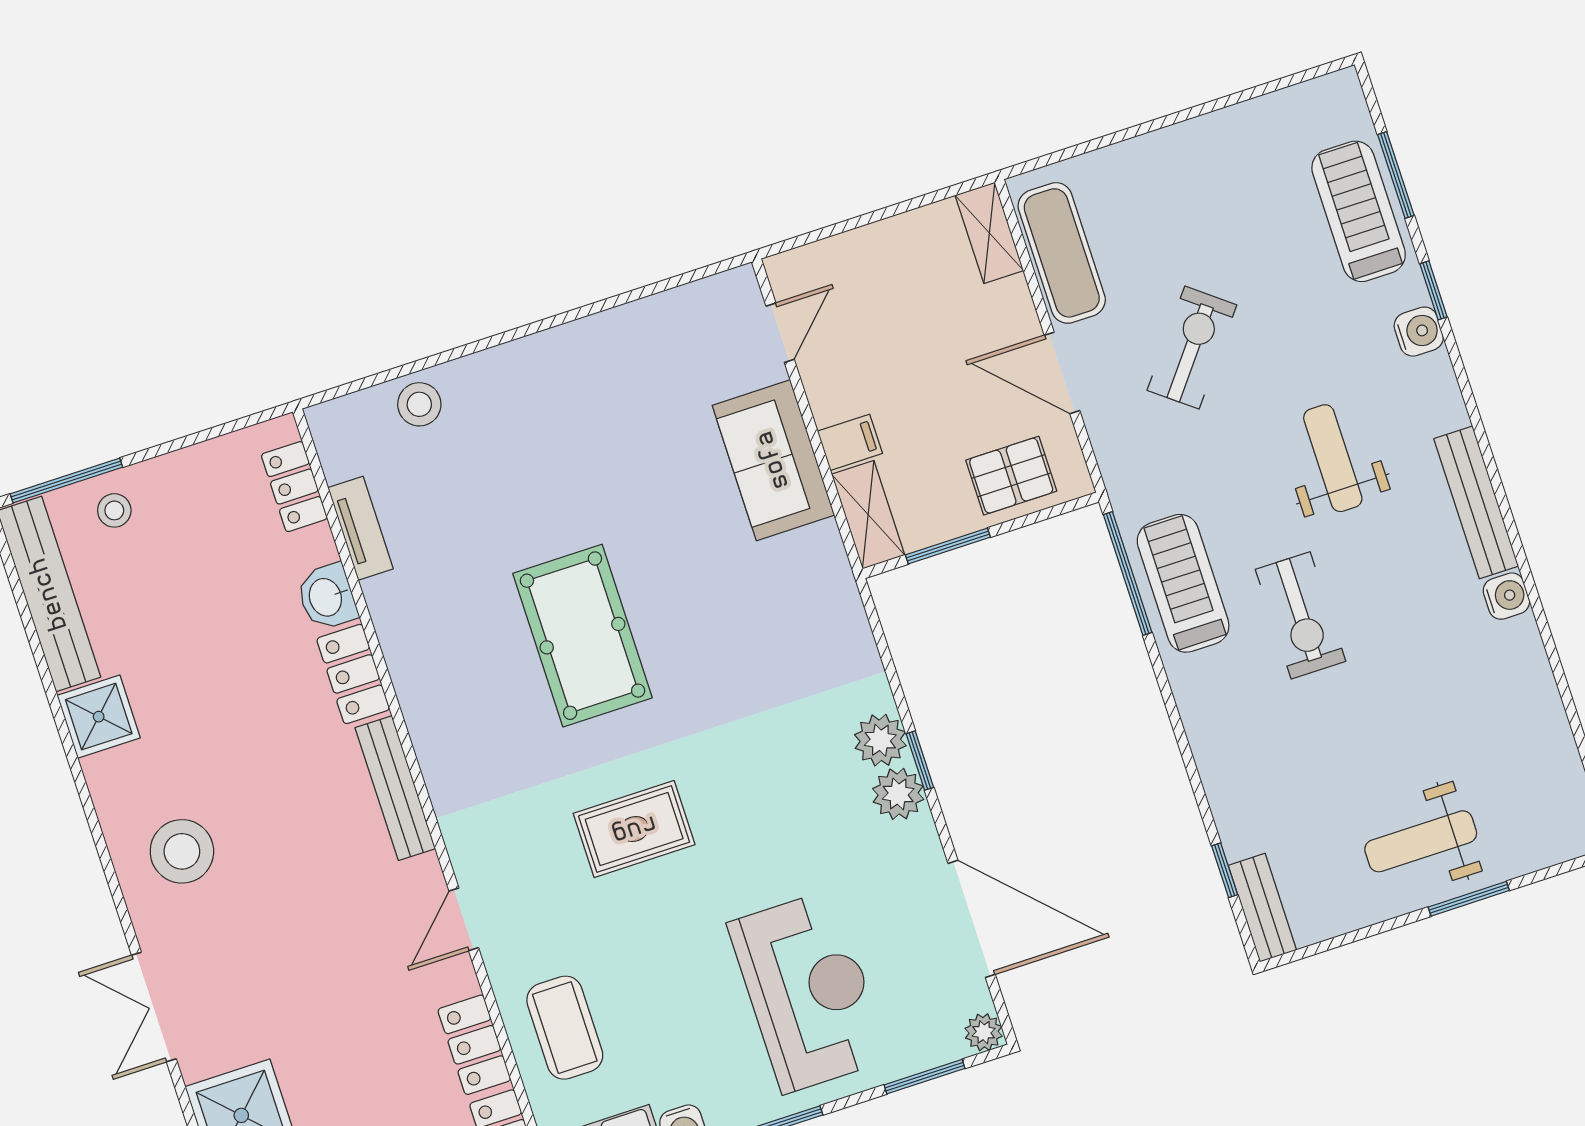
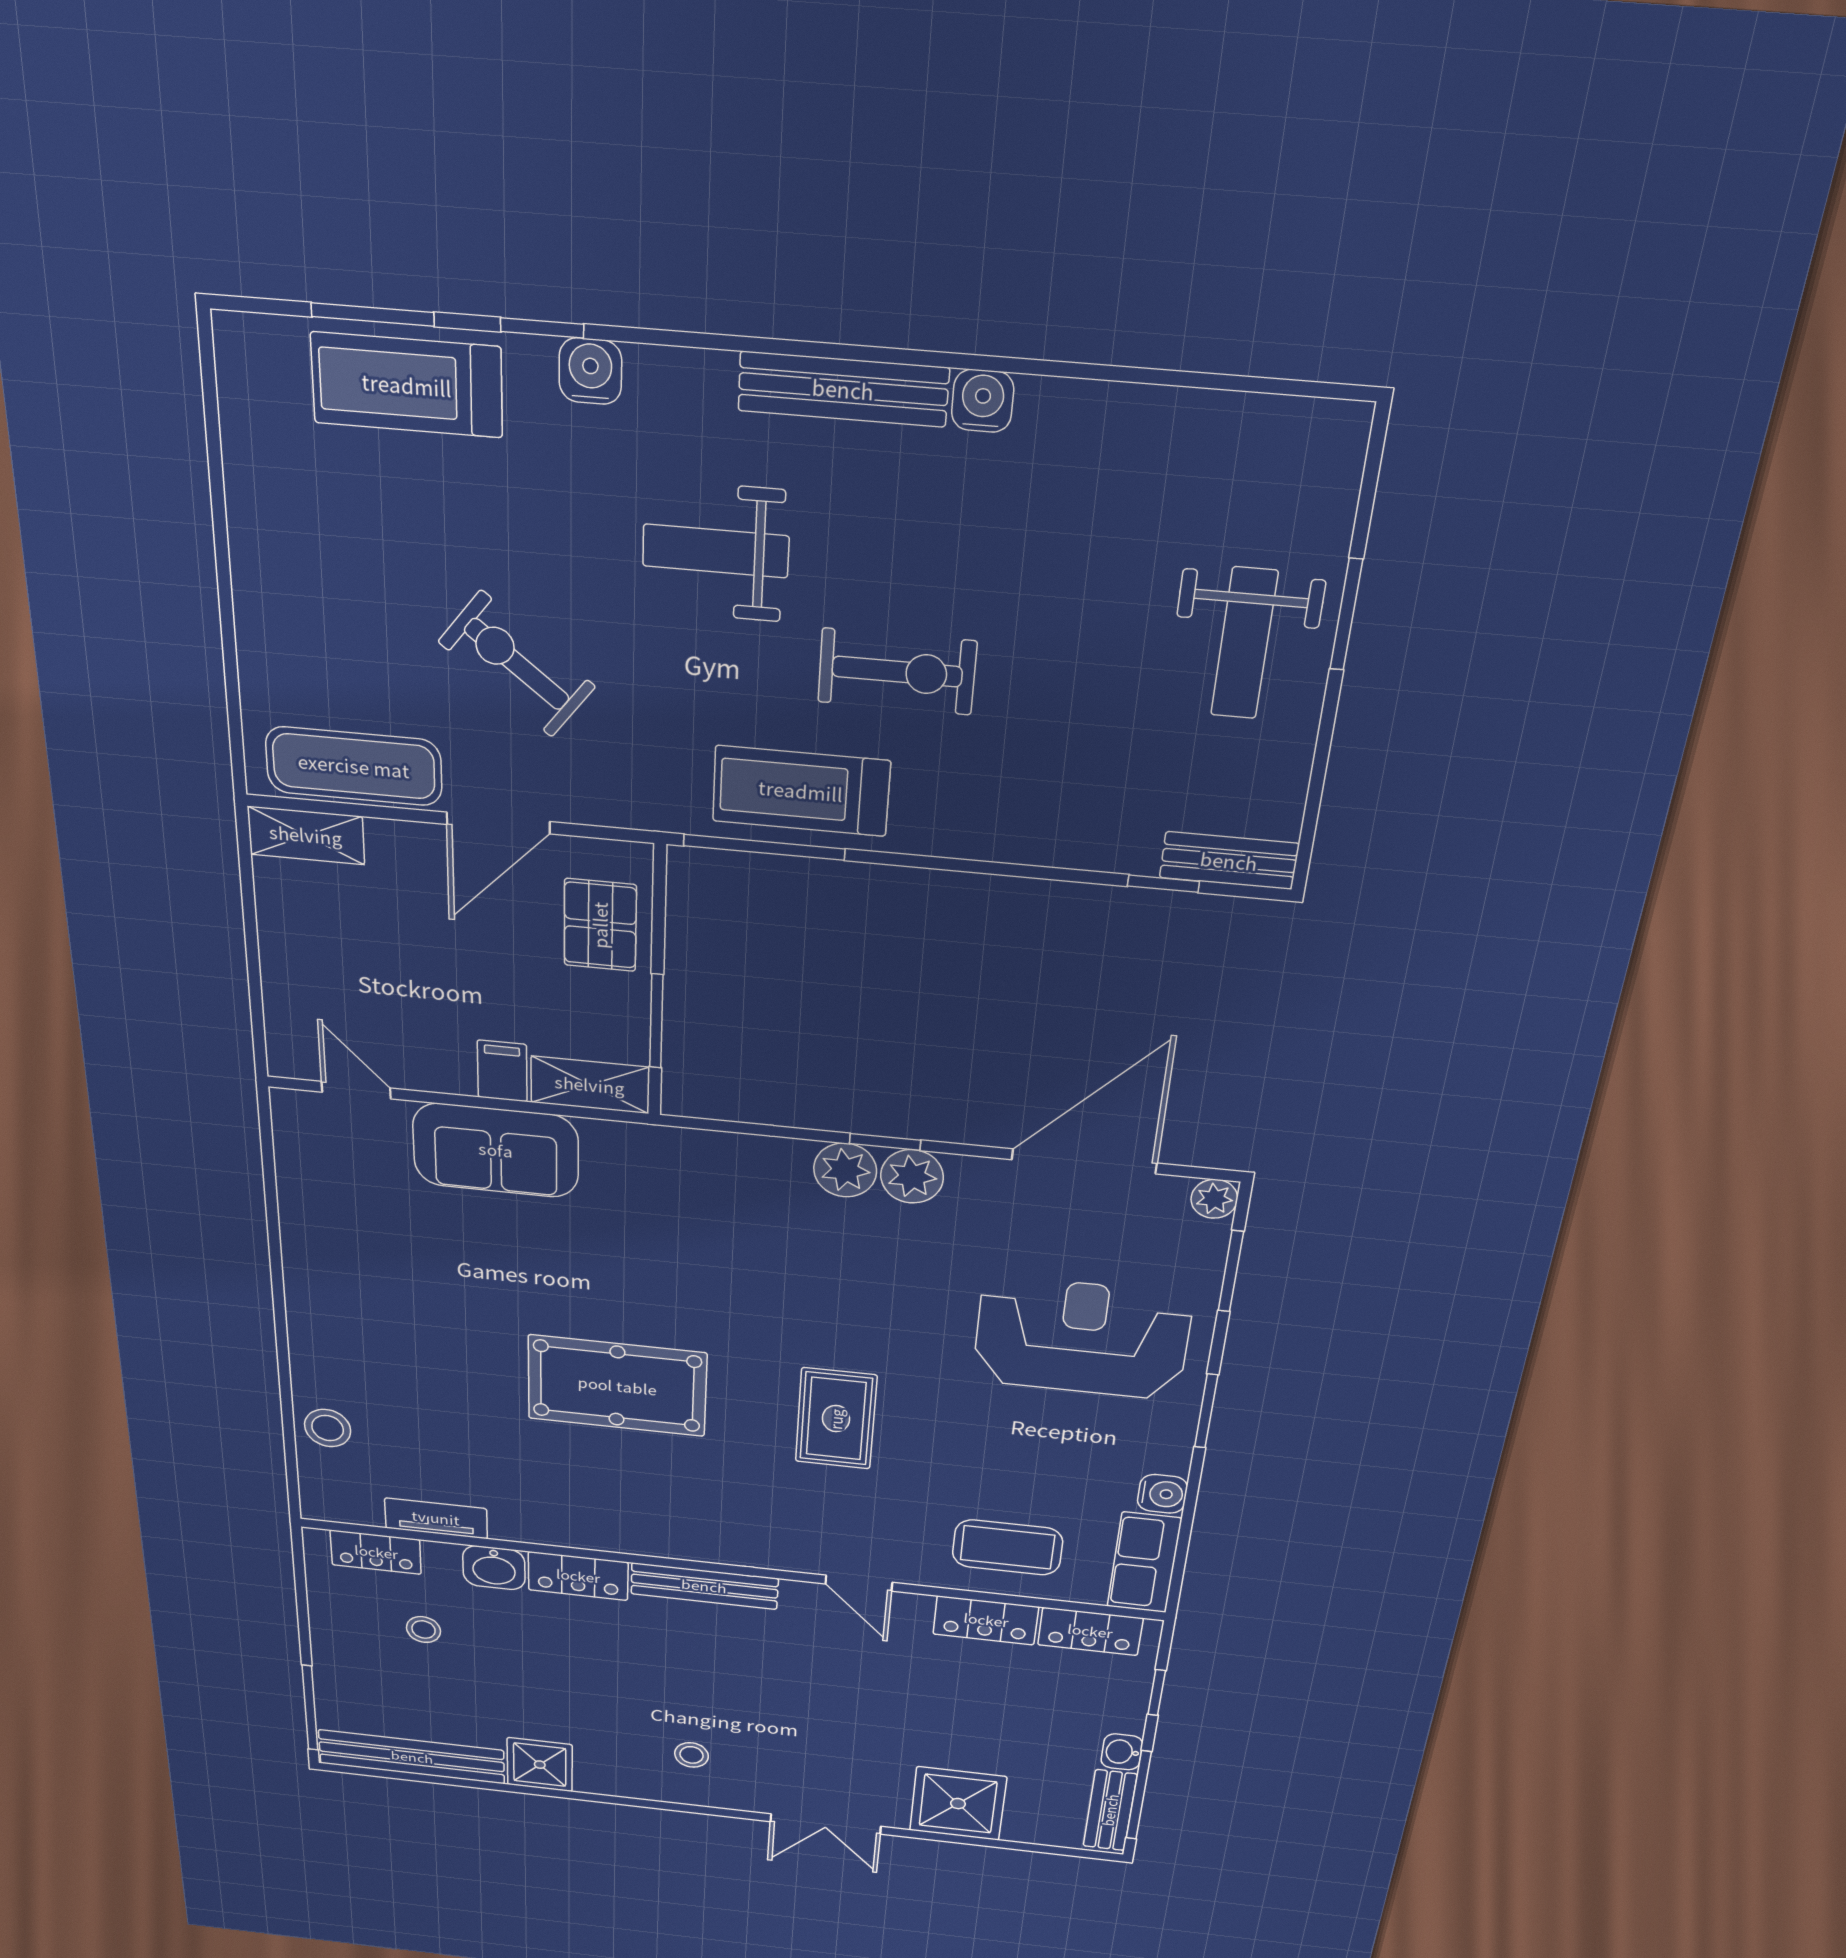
stool: (114, 510) -> (424, 1630), moved
stool: (182, 851) -> (692, 1755), width x0.53, depth x0.53

